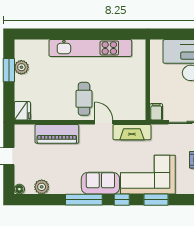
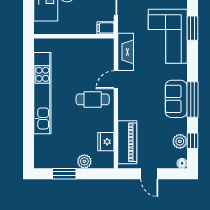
plant: (21, 67) -> (84, 161), moved
fridge: (22, 111) -> (106, 142), moved, turned -90
piano: (57, 134) -> (127, 142), moved
sofa: (100, 183) -> (176, 99), moved
window: (122, 200) -> (192, 141), moved

